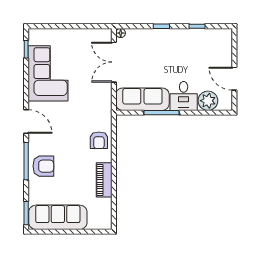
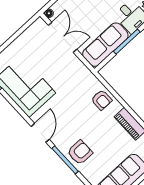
double door: (114, 62) -> (63, 37), swing flipped
door: (26, 122) -> (40, 133), hinge flipped

